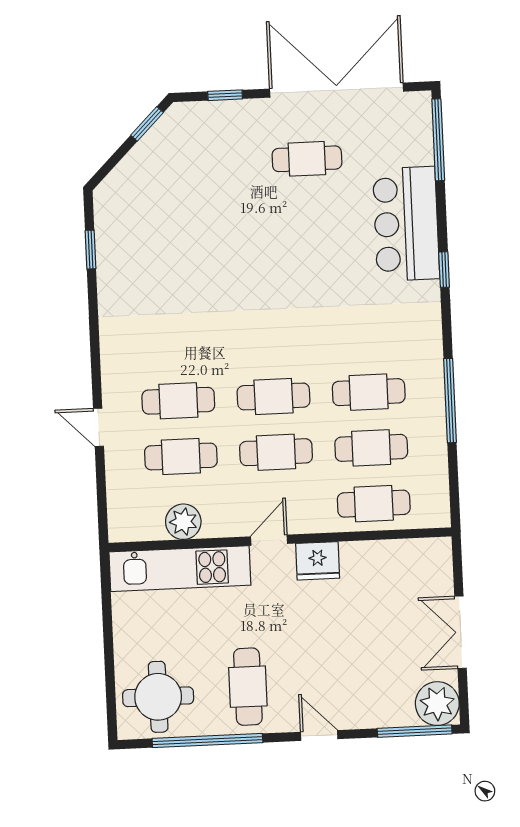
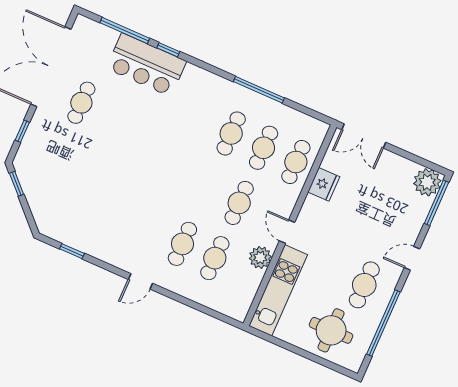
window: (438, 140) -> (125, 31), moved
window: (444, 270) -> (168, 50), moved
cafe table: (273, 396) -> (207, 189), removed
door: (99, 427) -> (140, 281), moved
plant: (183, 522) -> (260, 258), moved
fridge: (318, 561) -> (324, 184), moved
double door: (461, 632) -> (364, 136), moved
cafe table: (248, 687) -> (364, 285), turned 90
round table: (158, 697) -> (331, 330), moved

